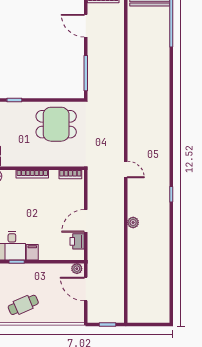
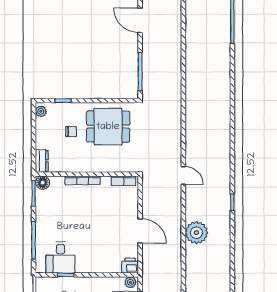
chair: (22, 129) -> (71, 132), added
door: (86, 221) -> (140, 231), swing flipped
plant: (133, 222) -> (196, 233), width x1.88, depth x1.88
printer: (77, 241) -> (130, 266), moved, turned 90
filing cabinet: (32, 252) -> (82, 265), removed

